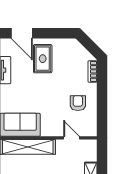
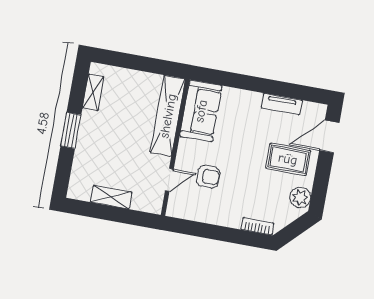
plant: (67, 46) -> (300, 198), added
armchair: (78, 103) -> (208, 177), moved

